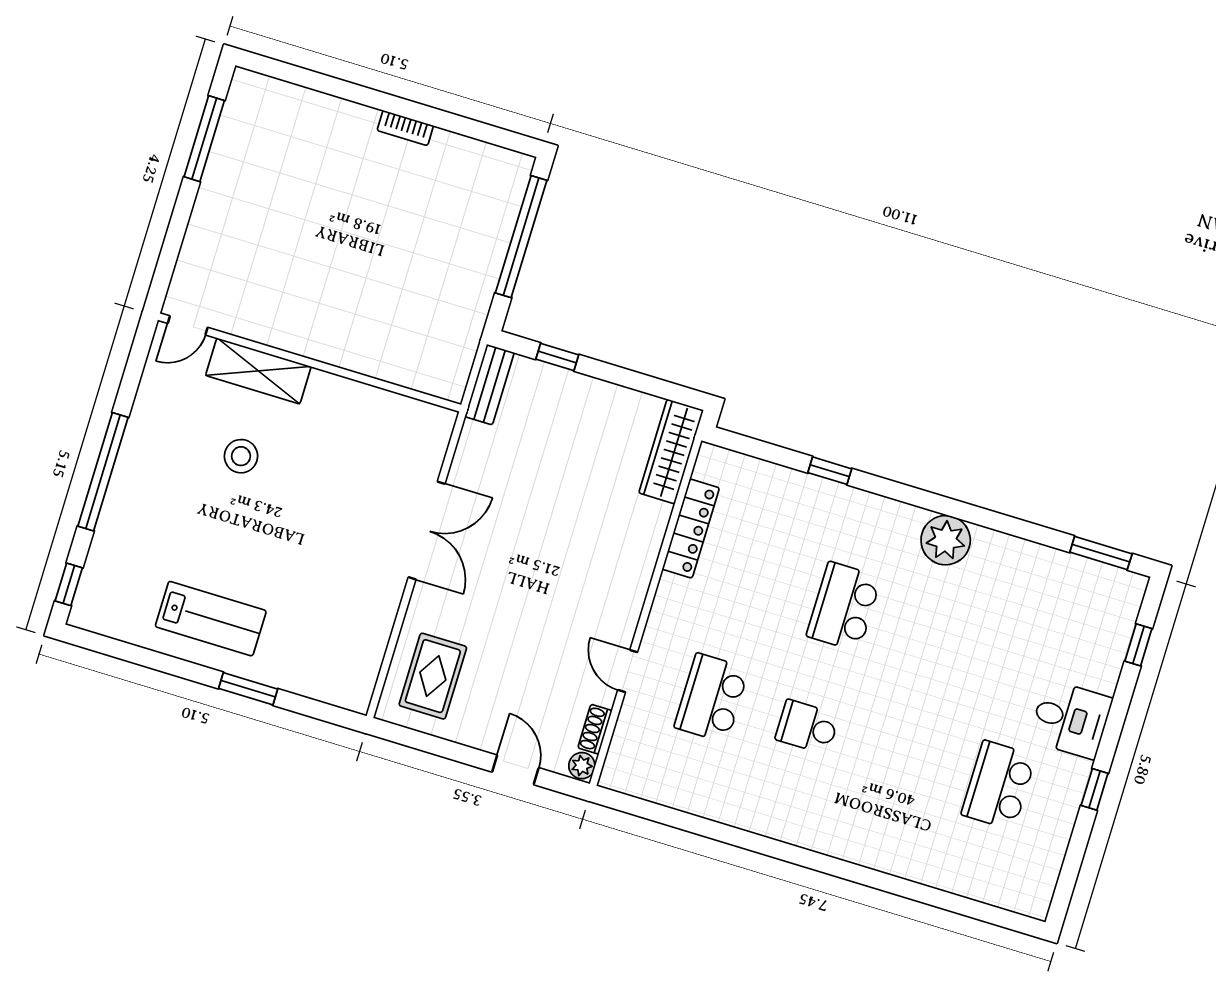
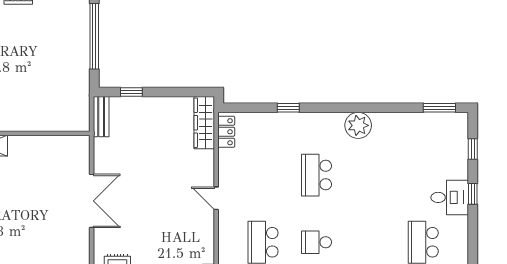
locker: (691, 528) -> (226, 132), moved, width x0.66
door: (628, 671) -> (216, 198), moved
window: (1095, 789) -> (473, 194), moved

